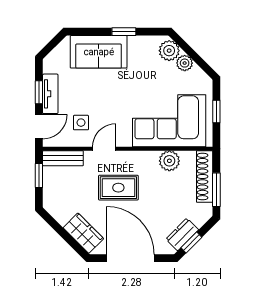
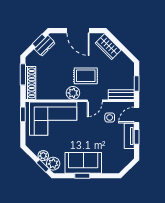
window: (185, 47) -> (43, 166), added
sofa: (99, 52) -> (83, 163), moved
window: (216, 111) -> (23, 114), moved
plant: (169, 161) -> (73, 93), moved
door: (130, 258) -> (78, 31), width x0.73

